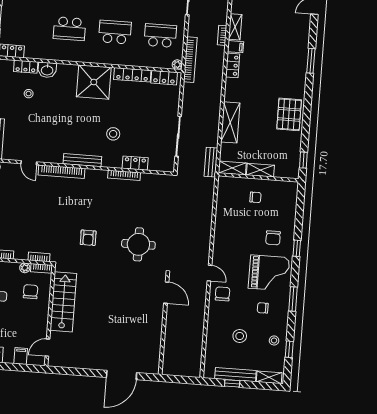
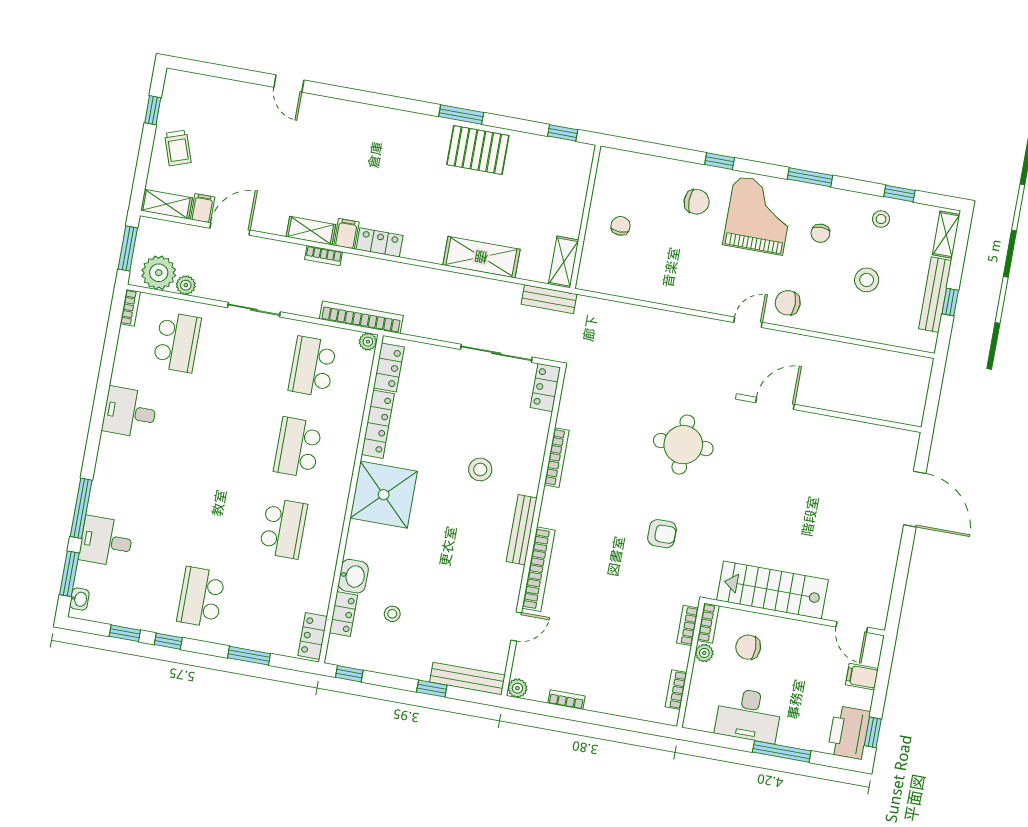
window: (311, 61) -> (461, 115), moved
locker: (135, 163) -> (545, 387), moved
shelving: (260, 170) -> (573, 212), removed

